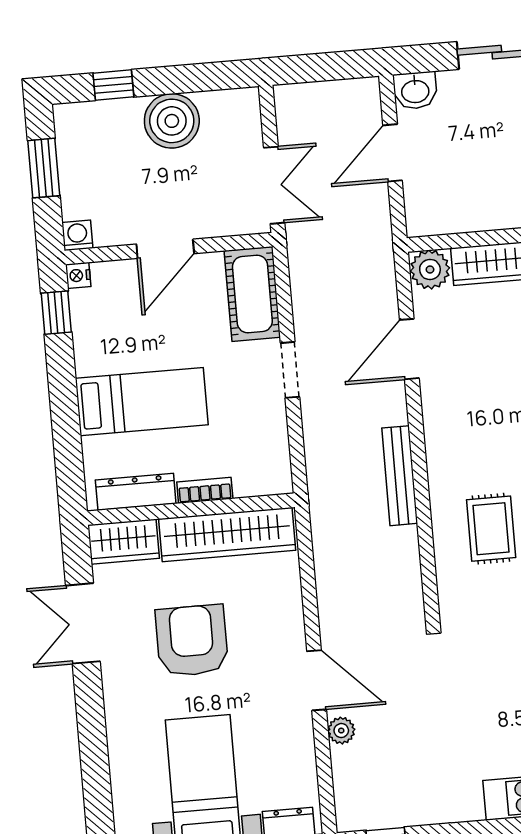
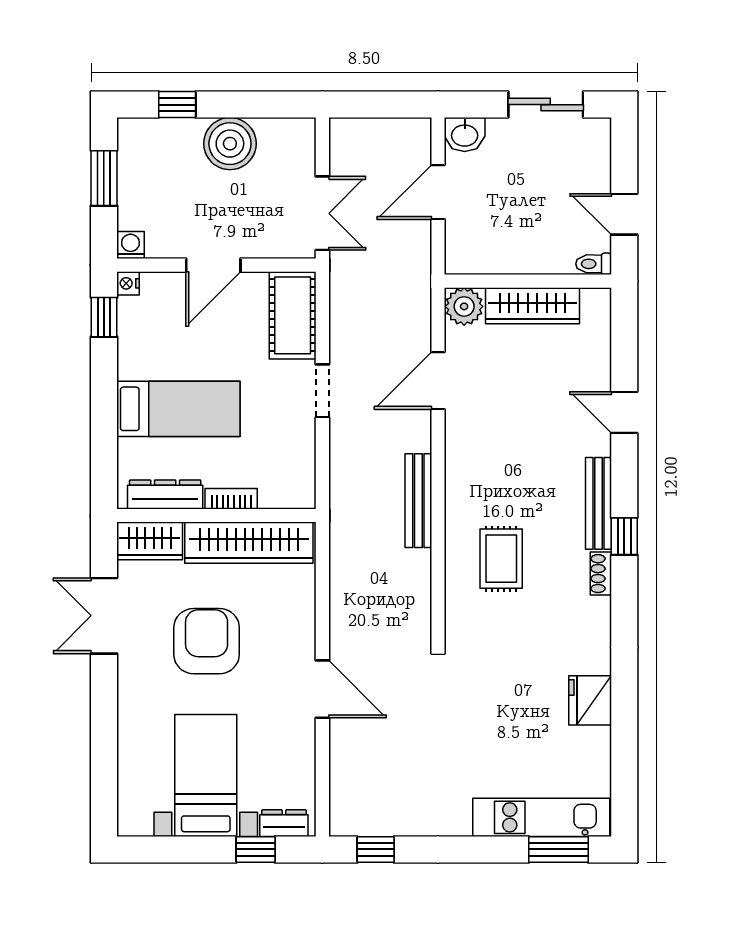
plant: (341, 731) -> (342, 739), removed

